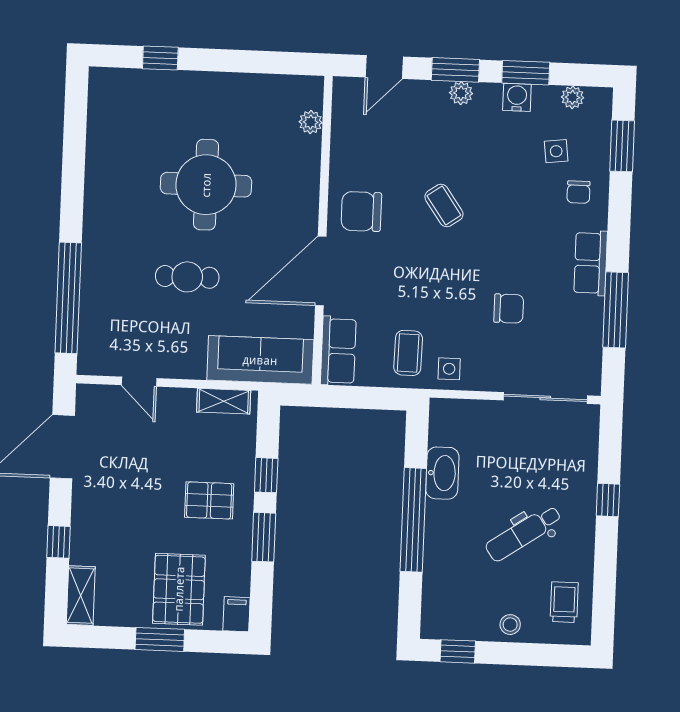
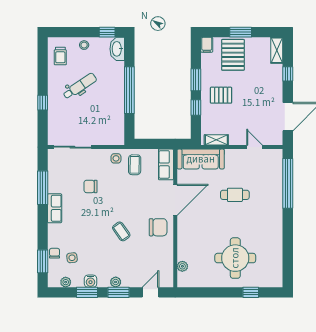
round table: (206, 185) -> (235, 258), moved
chair: (579, 192) -> (54, 253), moved
washbasin: (442, 473) -> (117, 49), moved

